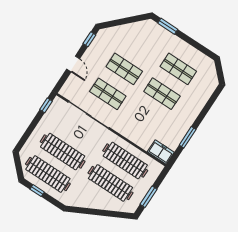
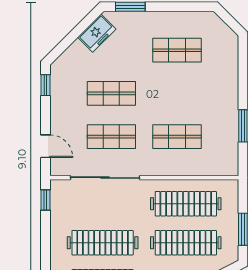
door: (73, 64) -> (45, 146), moved
shop shelf: (162, 94) -> (177, 137), moved
freezer: (161, 152) -> (97, 33), moved, turned 135

